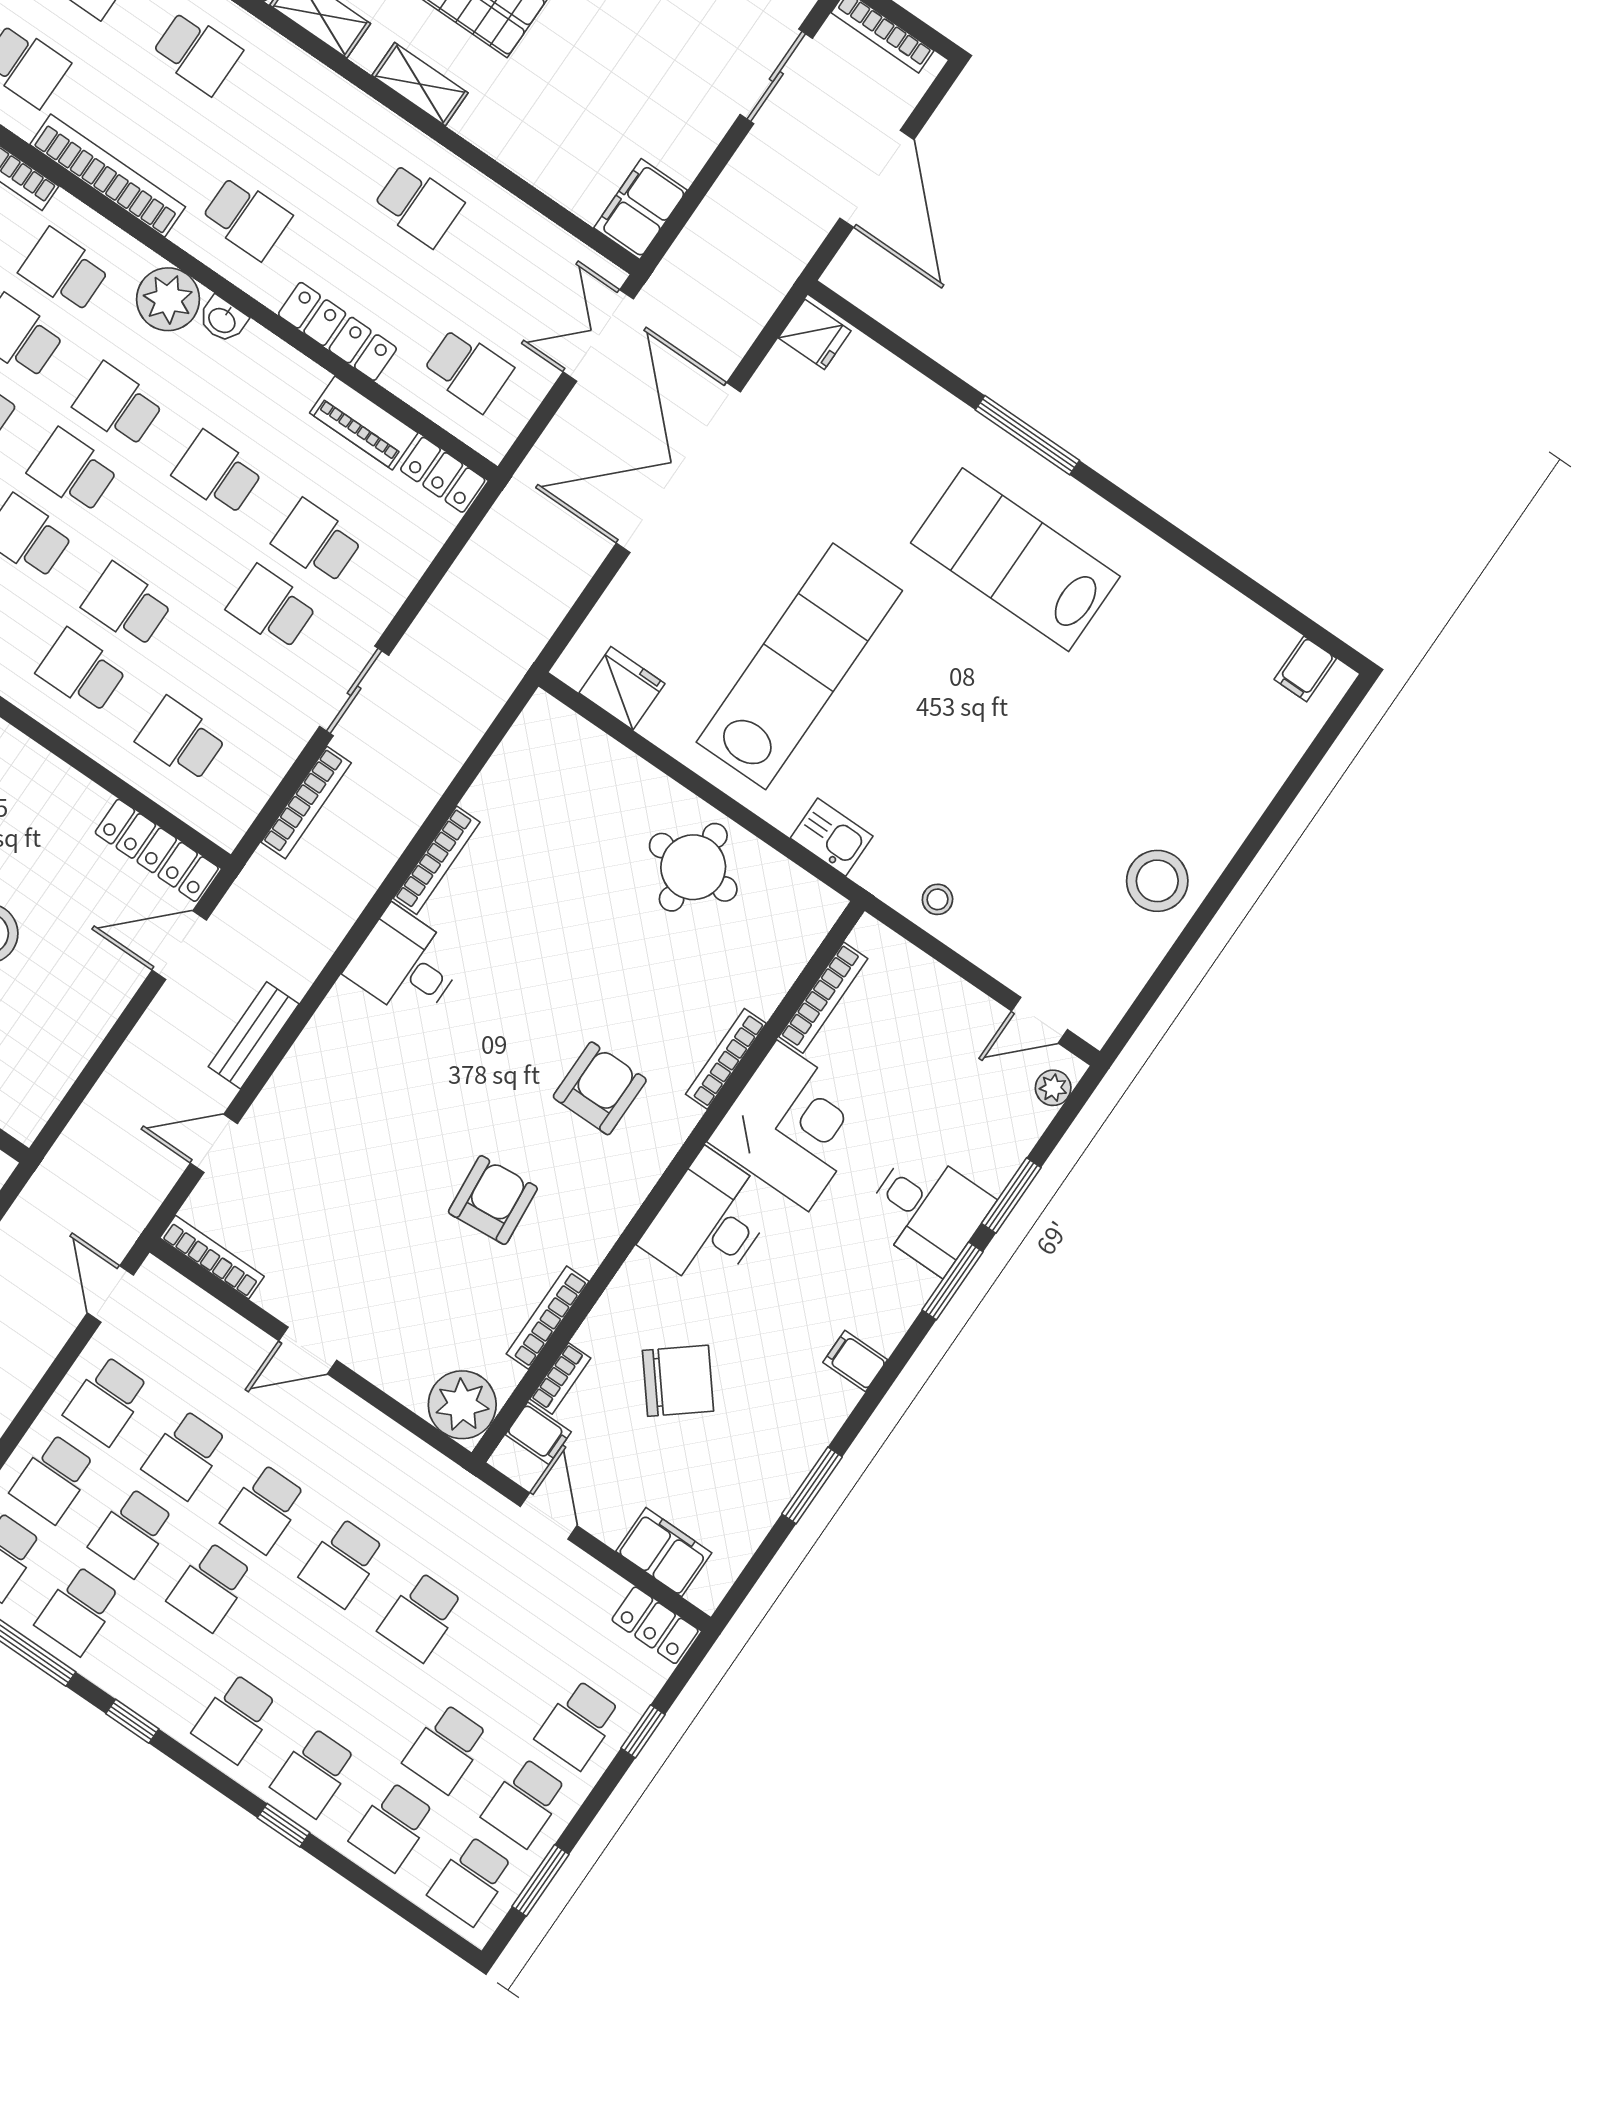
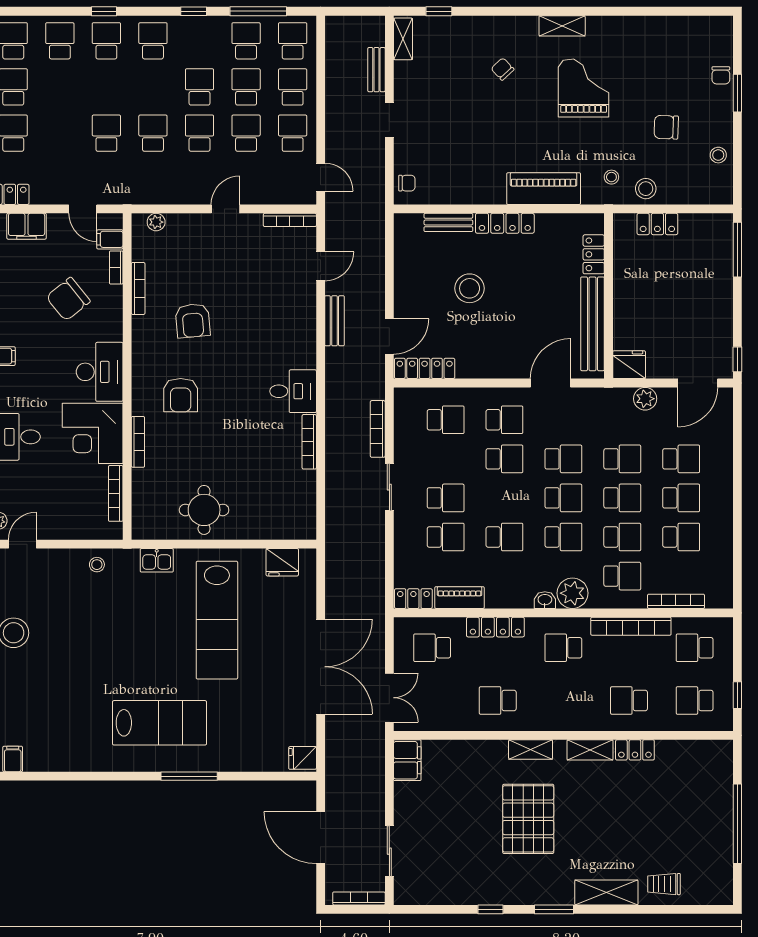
plant: (462, 1405) -> (156, 222), width x0.53, depth x0.53
school desk: (446, 1749) -> (60, 87), removed

